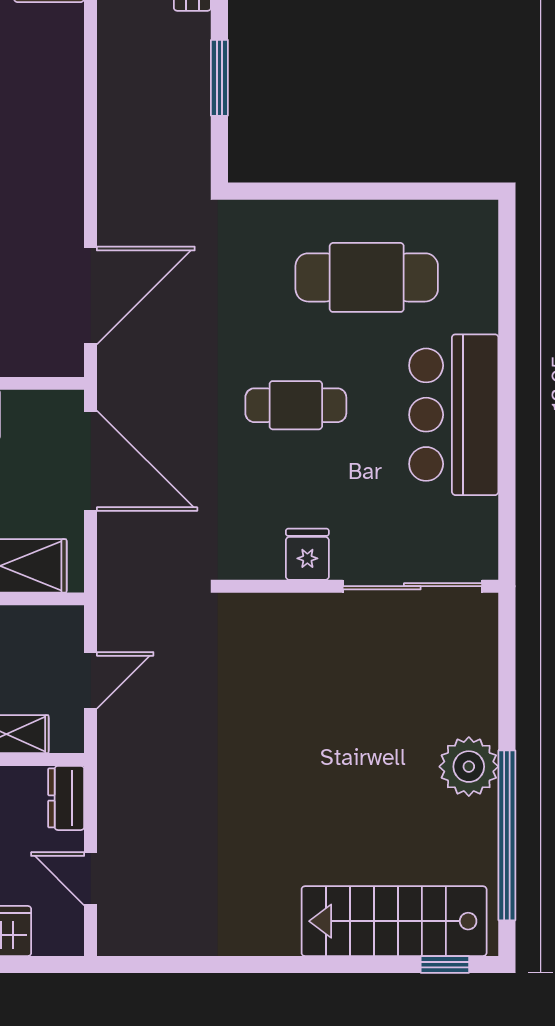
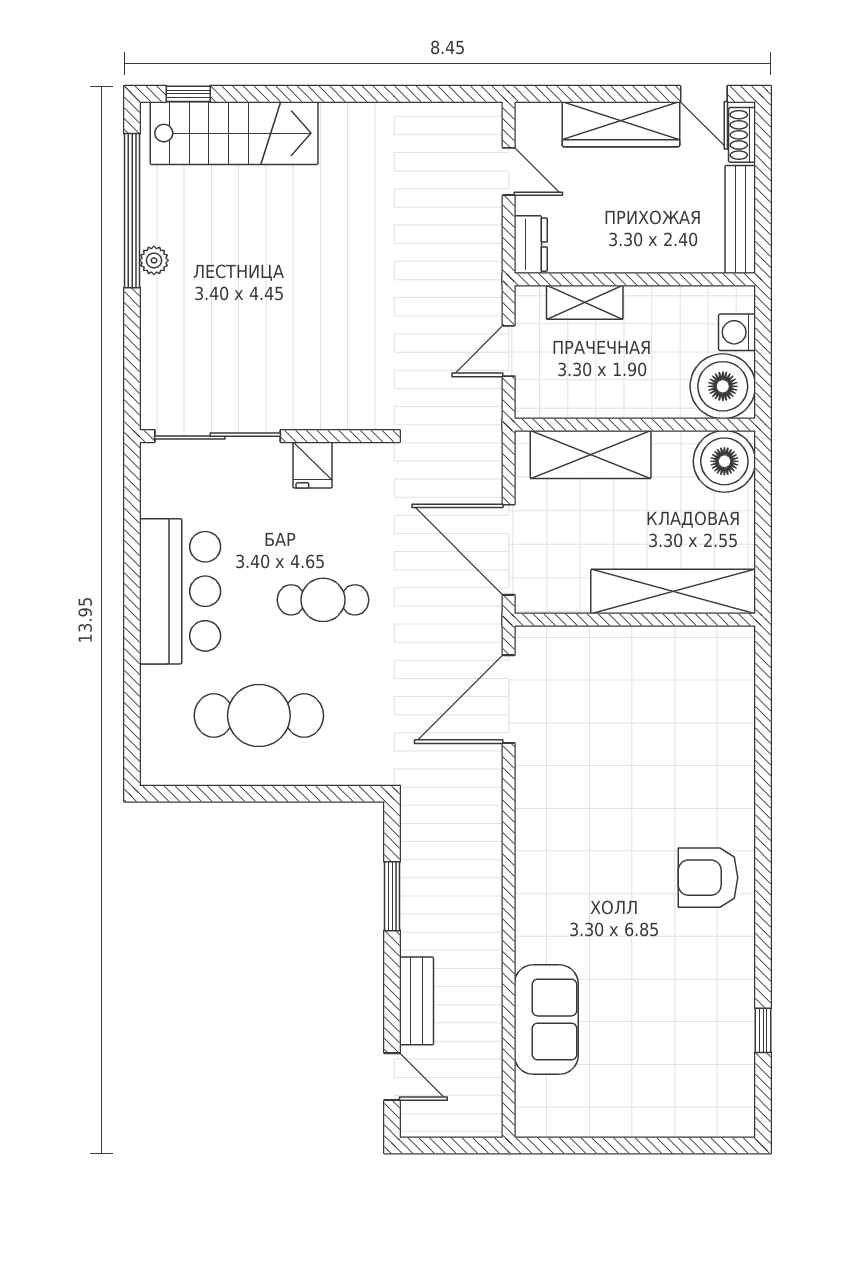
plant: (469, 767) -> (154, 260), width x0.53, depth x0.53

